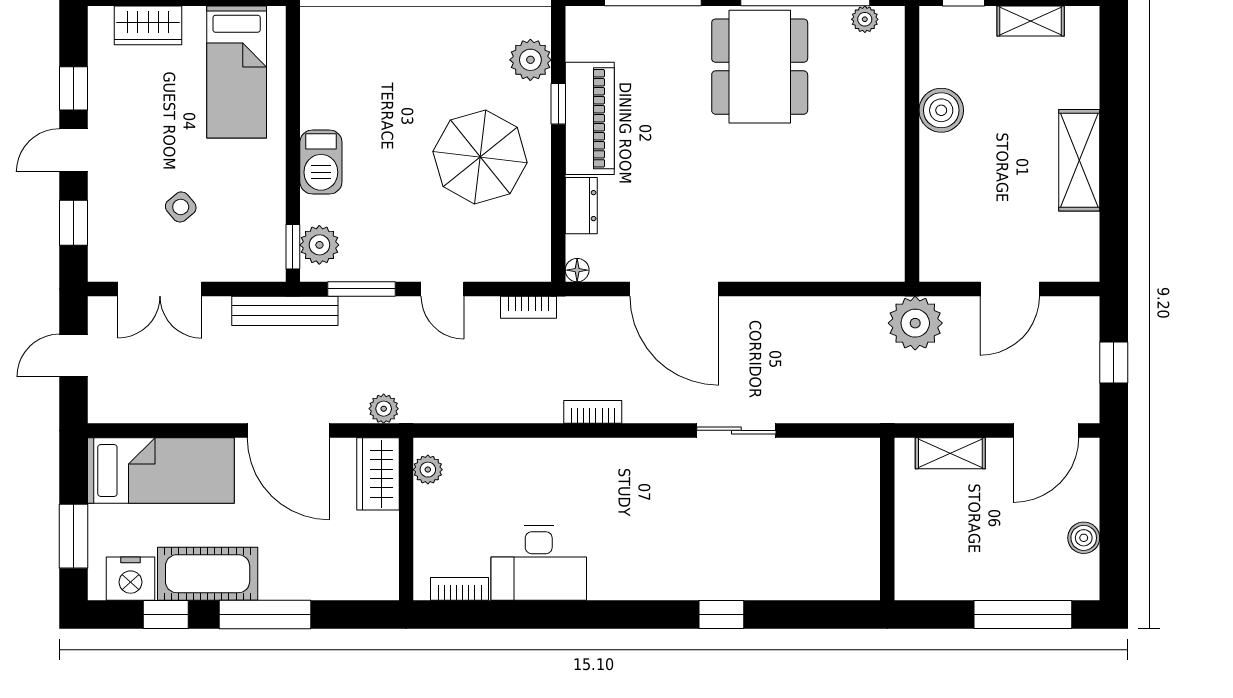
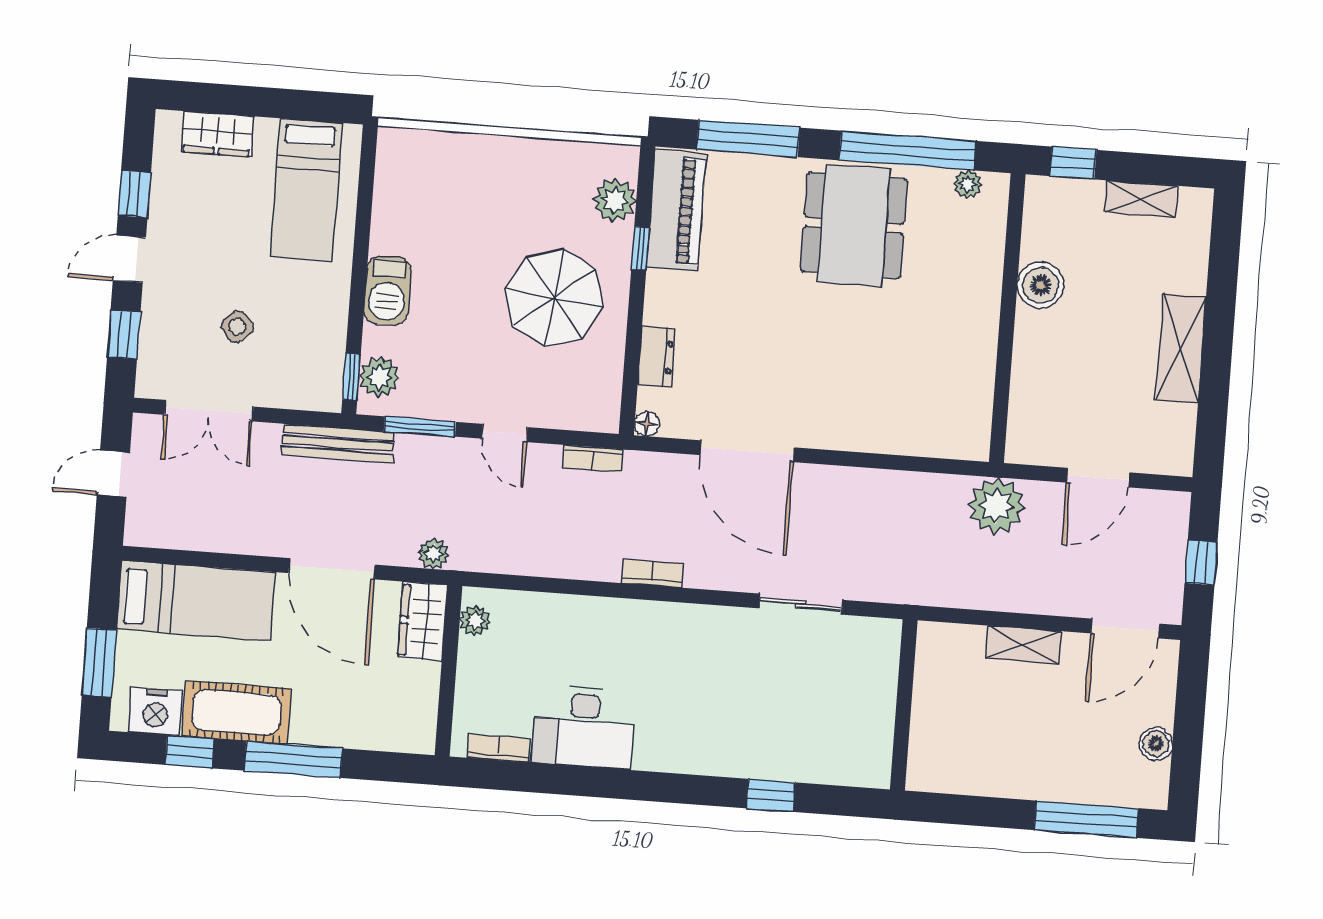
piano: (590, 118) -> (676, 211), moved
wall: (887, 519) -> (904, 705), moved

